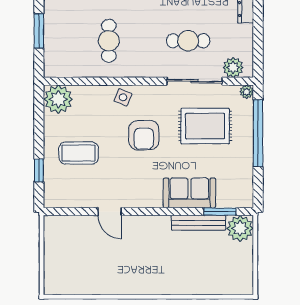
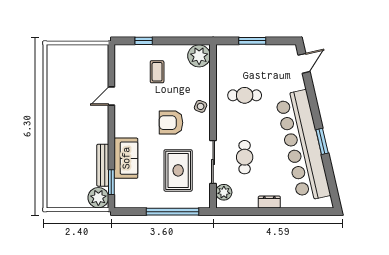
plant: (247, 92) -> (205, 203), removed
coffee table: (79, 153) -> (157, 72), width x0.73, depth x0.77

